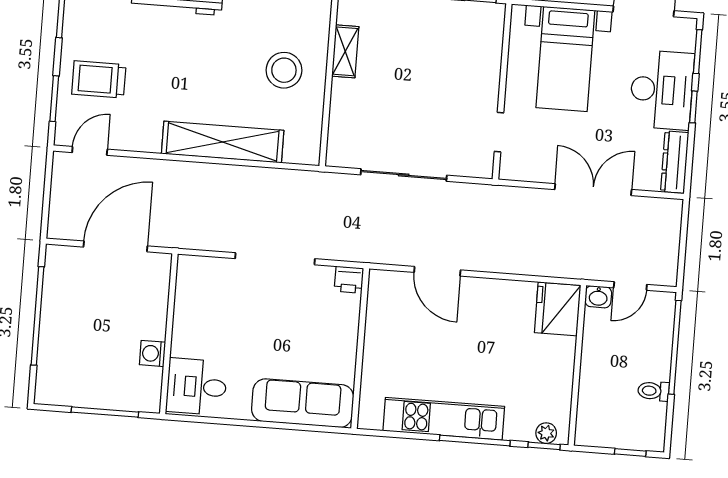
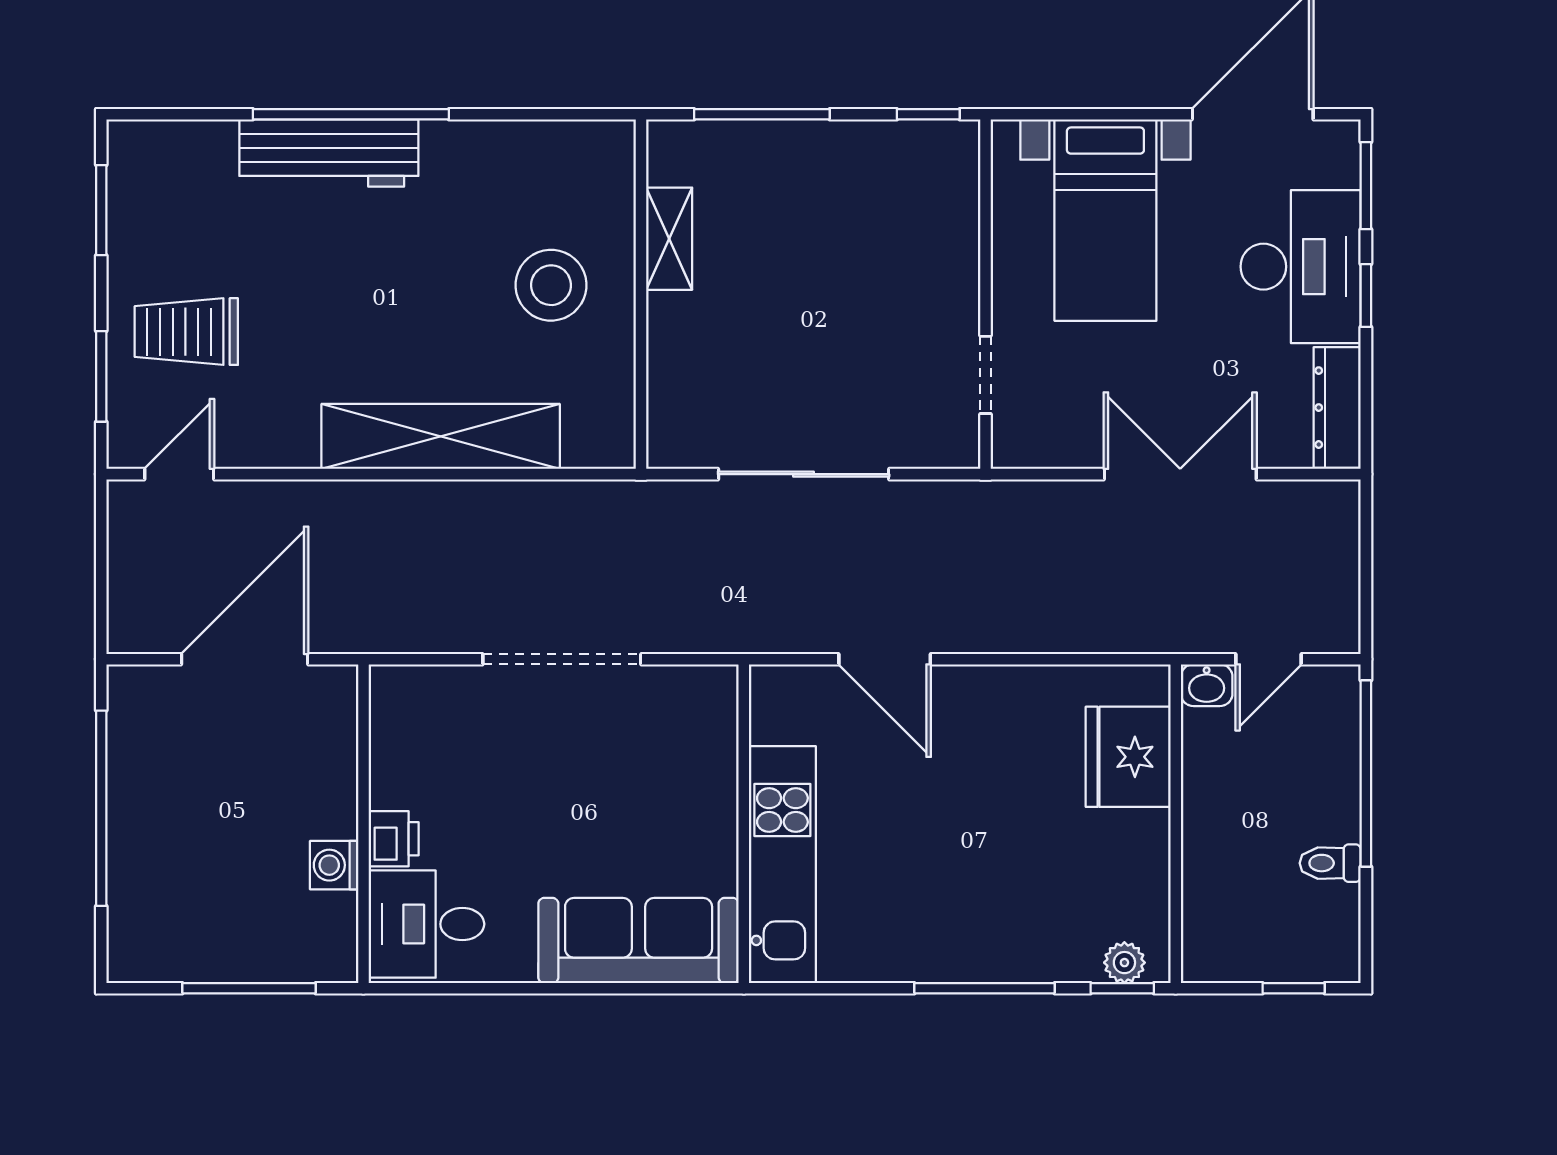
printer: (349, 280) -> (394, 839), moved, turned -90
fridge: (558, 309) -> (1128, 757), moved
kitchen unit: (444, 419) -> (782, 865), moved, turned 90

